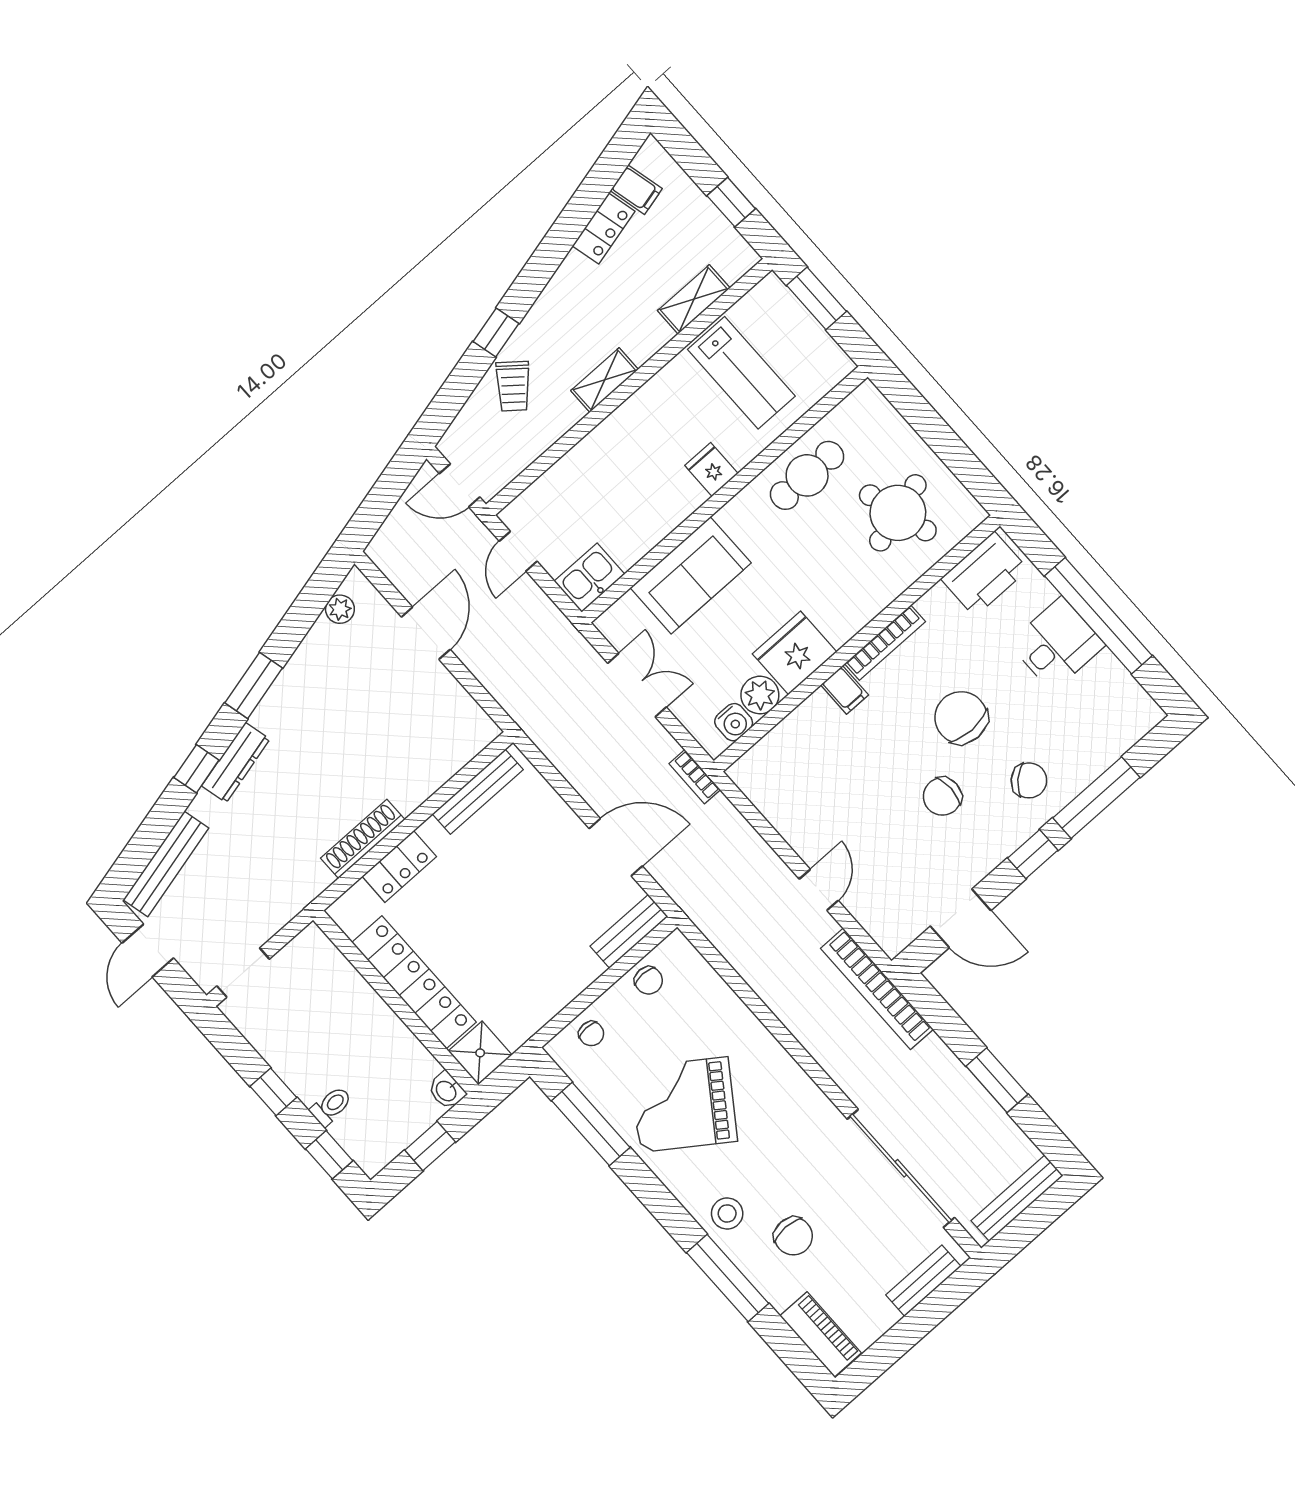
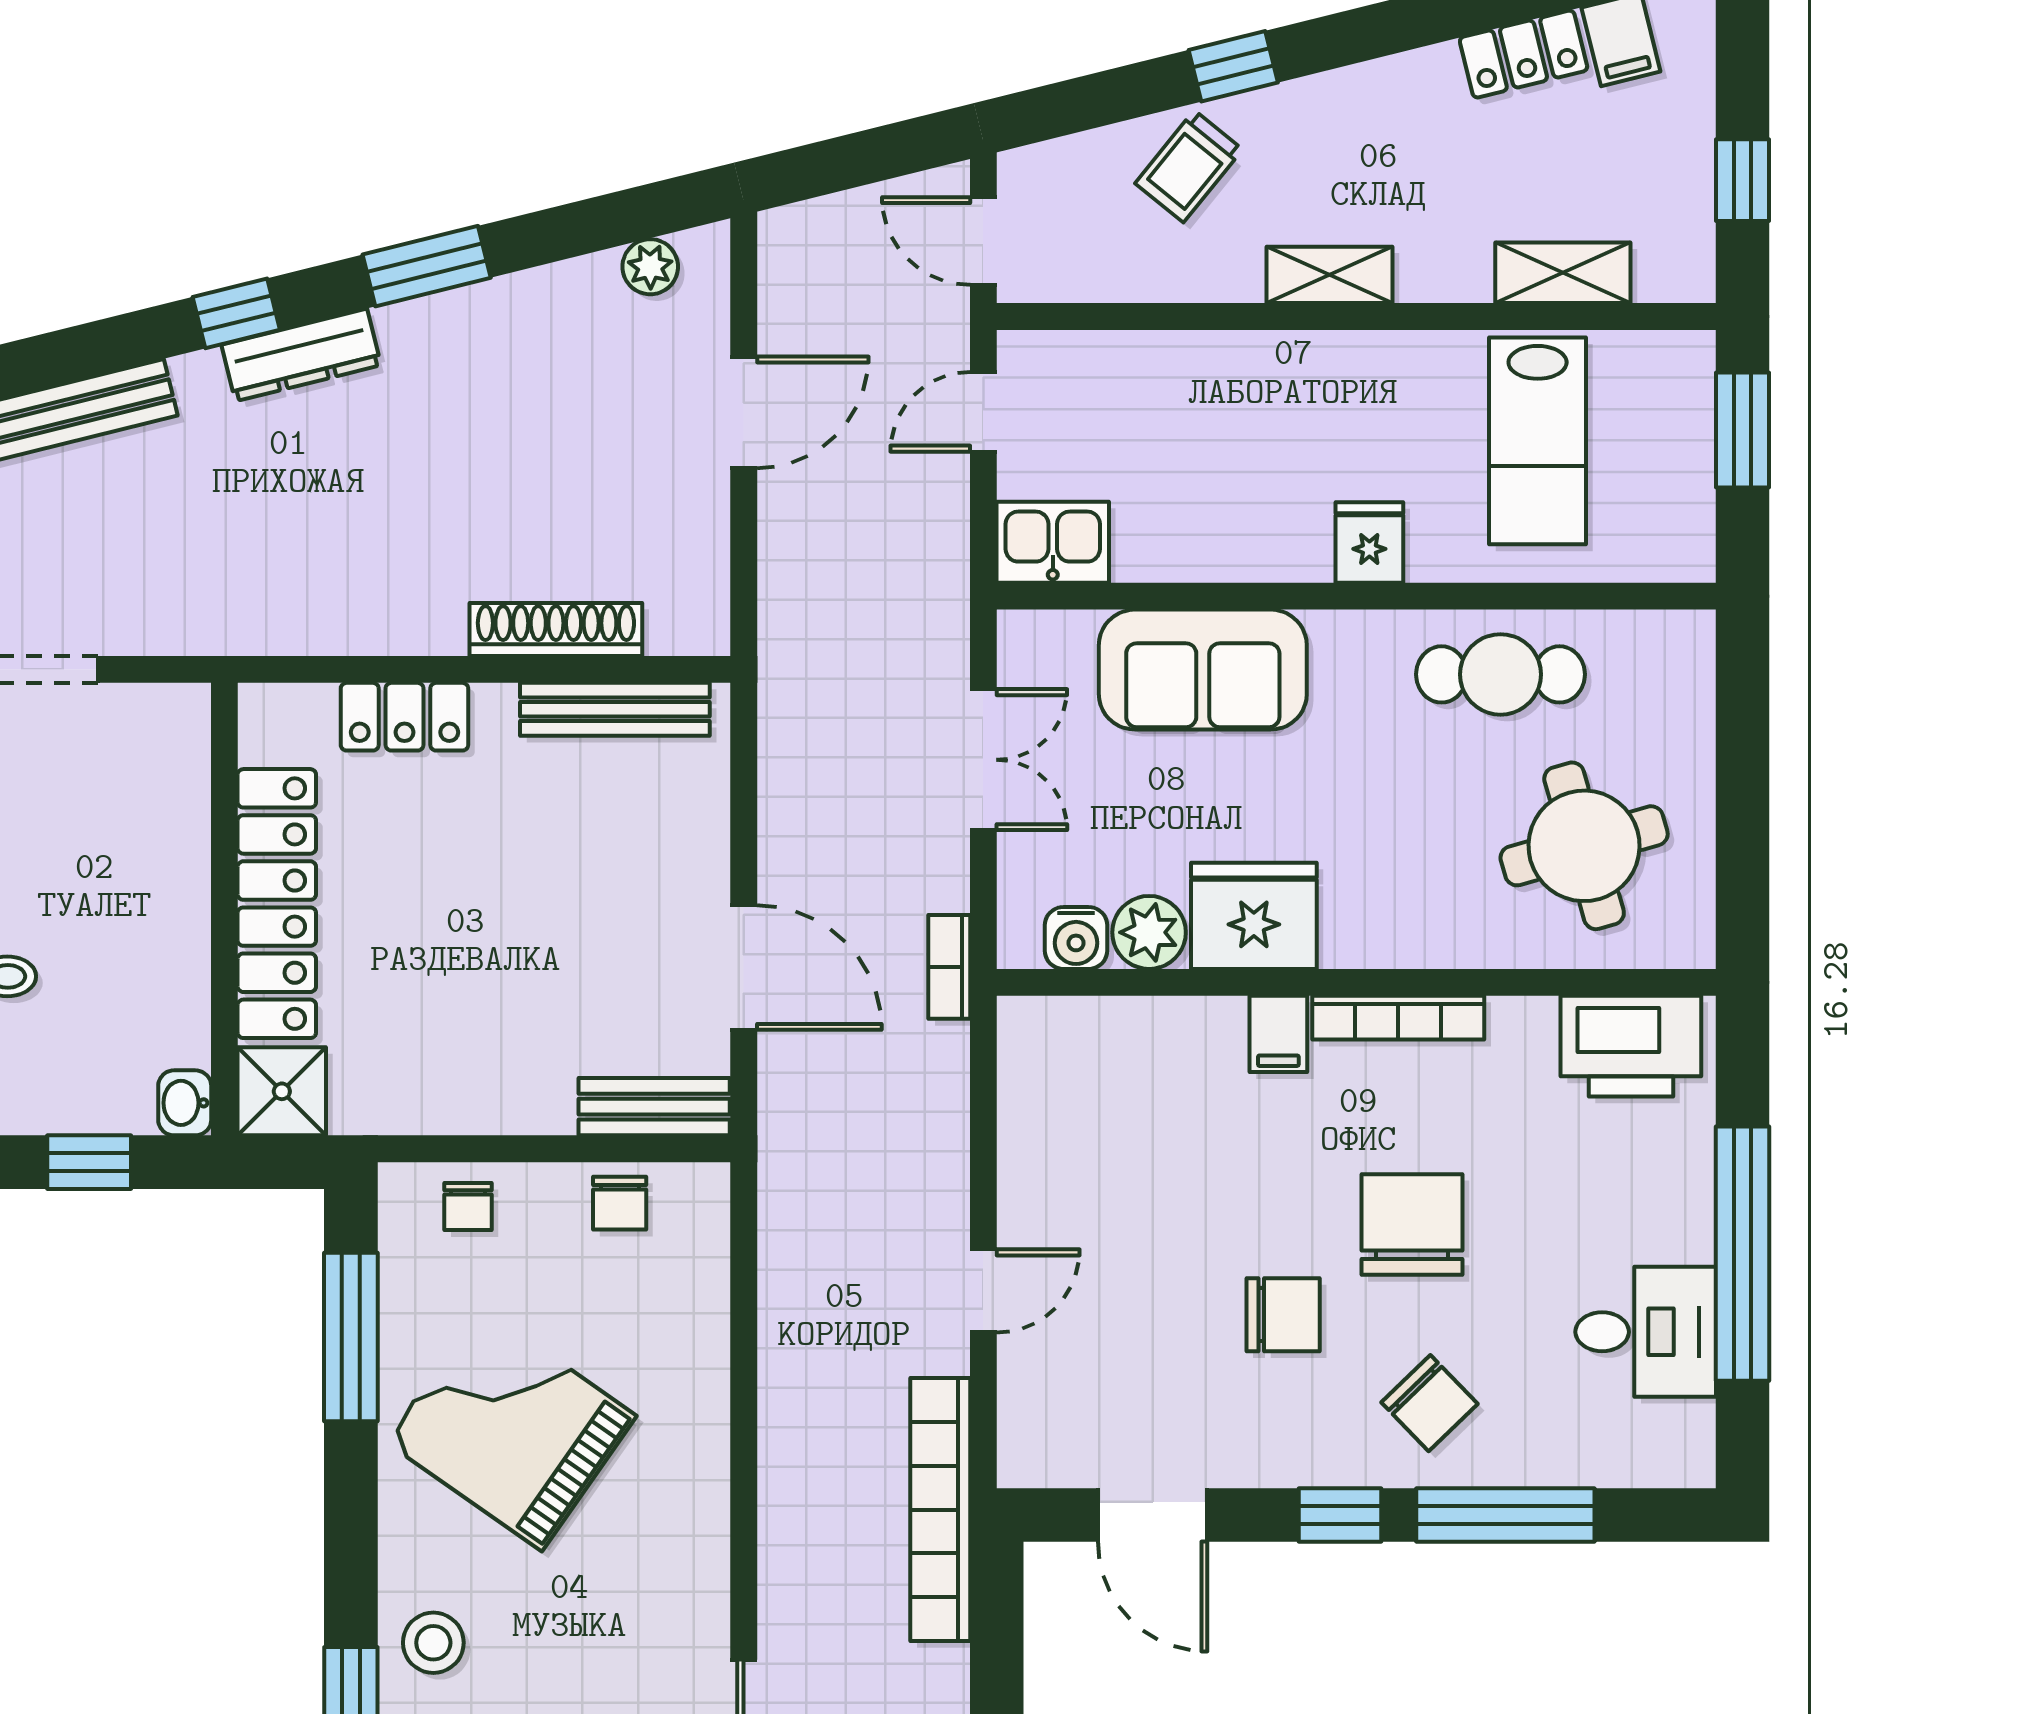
desk: (1057, 644) -> (1646, 1332), moved
chair: (942, 796) -> (1283, 1315), turned 180
shoe rack: (363, 839) -> (556, 629), moved

